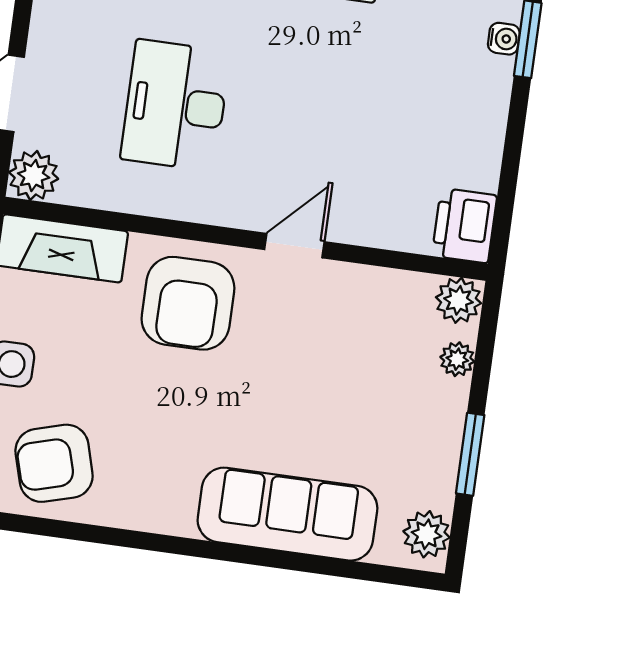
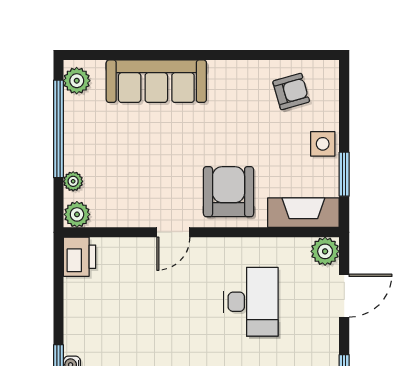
window: (470, 454) -> (58, 129), width x2.11
armchair: (54, 463) -> (291, 91), width x0.72, depth x0.72

